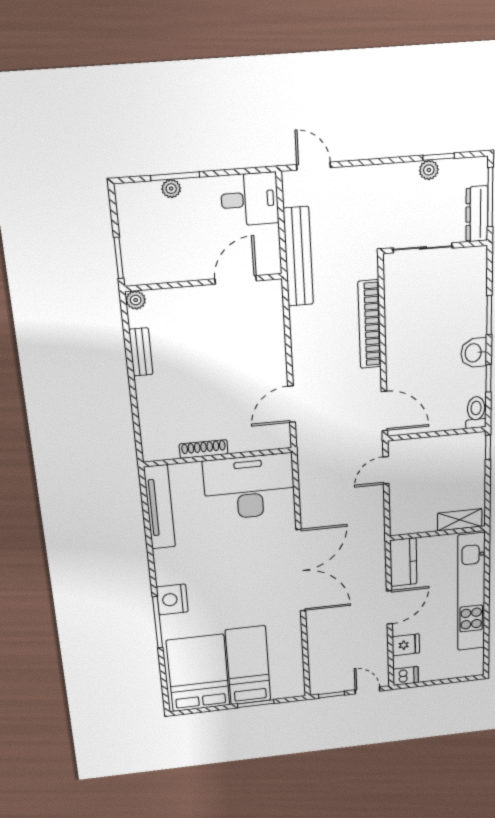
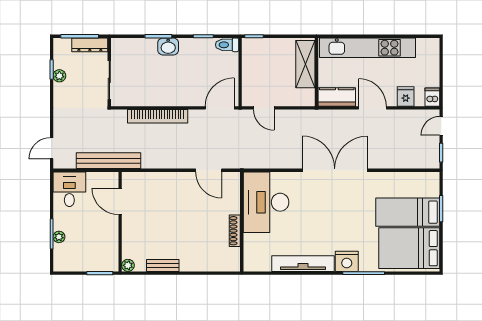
washbasin: (474, 353) -> (168, 46), moved
tv unit: (160, 507) -> (303, 264), moved
shelving: (460, 520) -> (305, 64), width x1.50, depth x1.33

